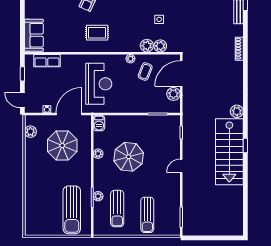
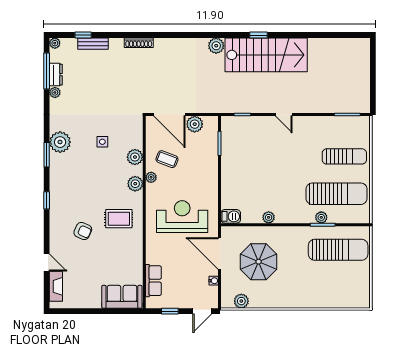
rug: (97, 33) -> (119, 219), turned 90
plant: (160, 46) -> (135, 184), moved
parasol: (129, 157) -> (272, 180), removed
sun lounger: (117, 209) -> (337, 194), width x1.36, depth x1.34

